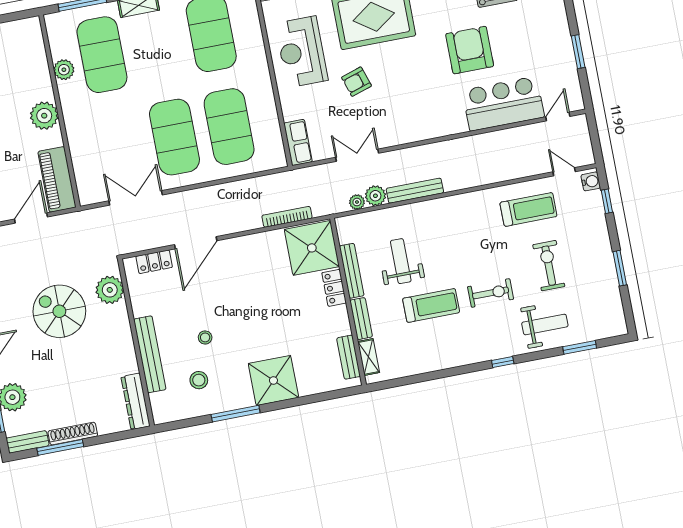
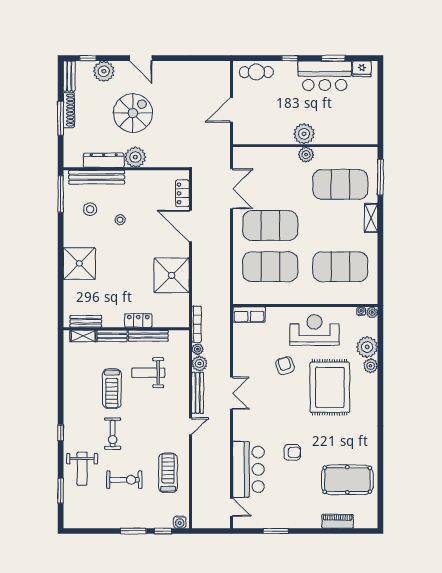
armchair: (470, 50) -> (292, 452), width x0.53, depth x0.53
plant: (64, 70) -> (306, 155), moved
double door: (357, 155) -> (231, 393), moved
door: (564, 172) -> (190, 426), moved
piano: (57, 179) -> (256, 134), removed
treadmill: (528, 209) -> (168, 473), turned 180
bookcase: (287, 217) -> (196, 324), moved
door: (31, 218) -> (231, 110), swing flipped
shower: (312, 248) -> (172, 275), moved
weight bench: (401, 261) -> (148, 373), turned 180
window: (620, 268) -> (133, 531), moved
plant: (110, 290) -> (135, 157), moved
spiral stairs: (59, 311) -> (133, 113), moved
bench: (150, 354) -> (97, 177), moved
dresser: (136, 401) -> (104, 160), moved
window: (236, 414) -> (61, 194), moved
window: (60, 447) -> (61, 118), moved

